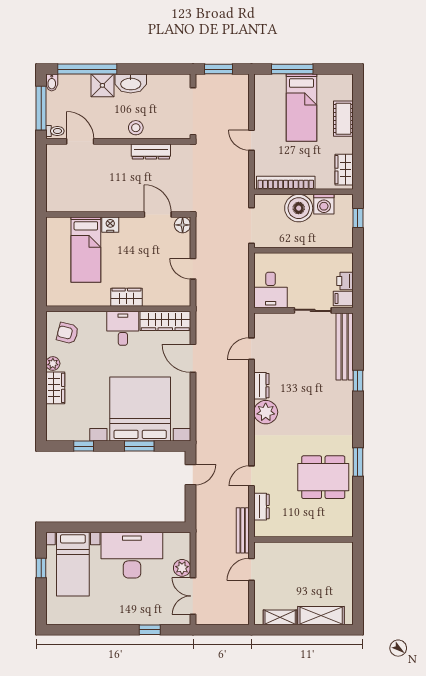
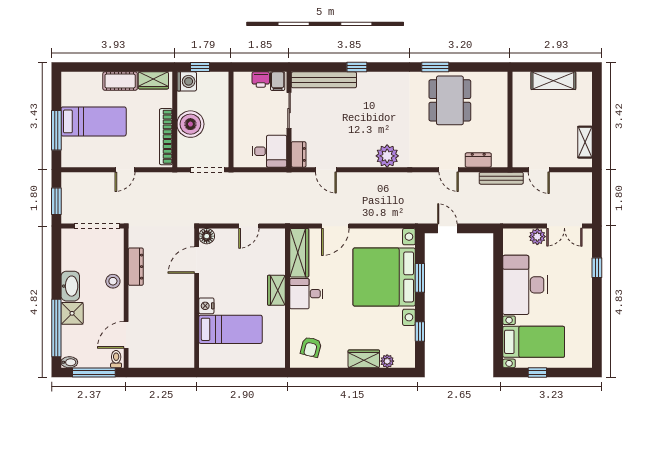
cot: (343, 119) -> (120, 81), moved
washing machine: (324, 204) -> (187, 81), moved
plant: (53, 364) -> (387, 361), moved
dresser: (261, 386) -> (299, 154), moved, turned 90
shelving: (321, 616) -> (553, 81), moved, turned 90

